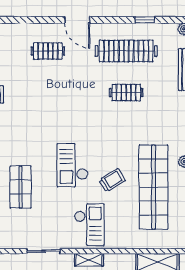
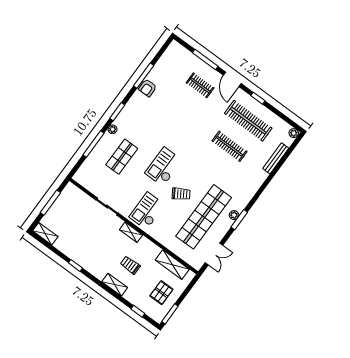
window: (33, 20) -> (205, 59), added
window: (145, 20) -> (258, 98), moved
clothes rail: (126, 93) -> (230, 146), width x1.36
checkout: (89, 225) -> (147, 211), turned 180

